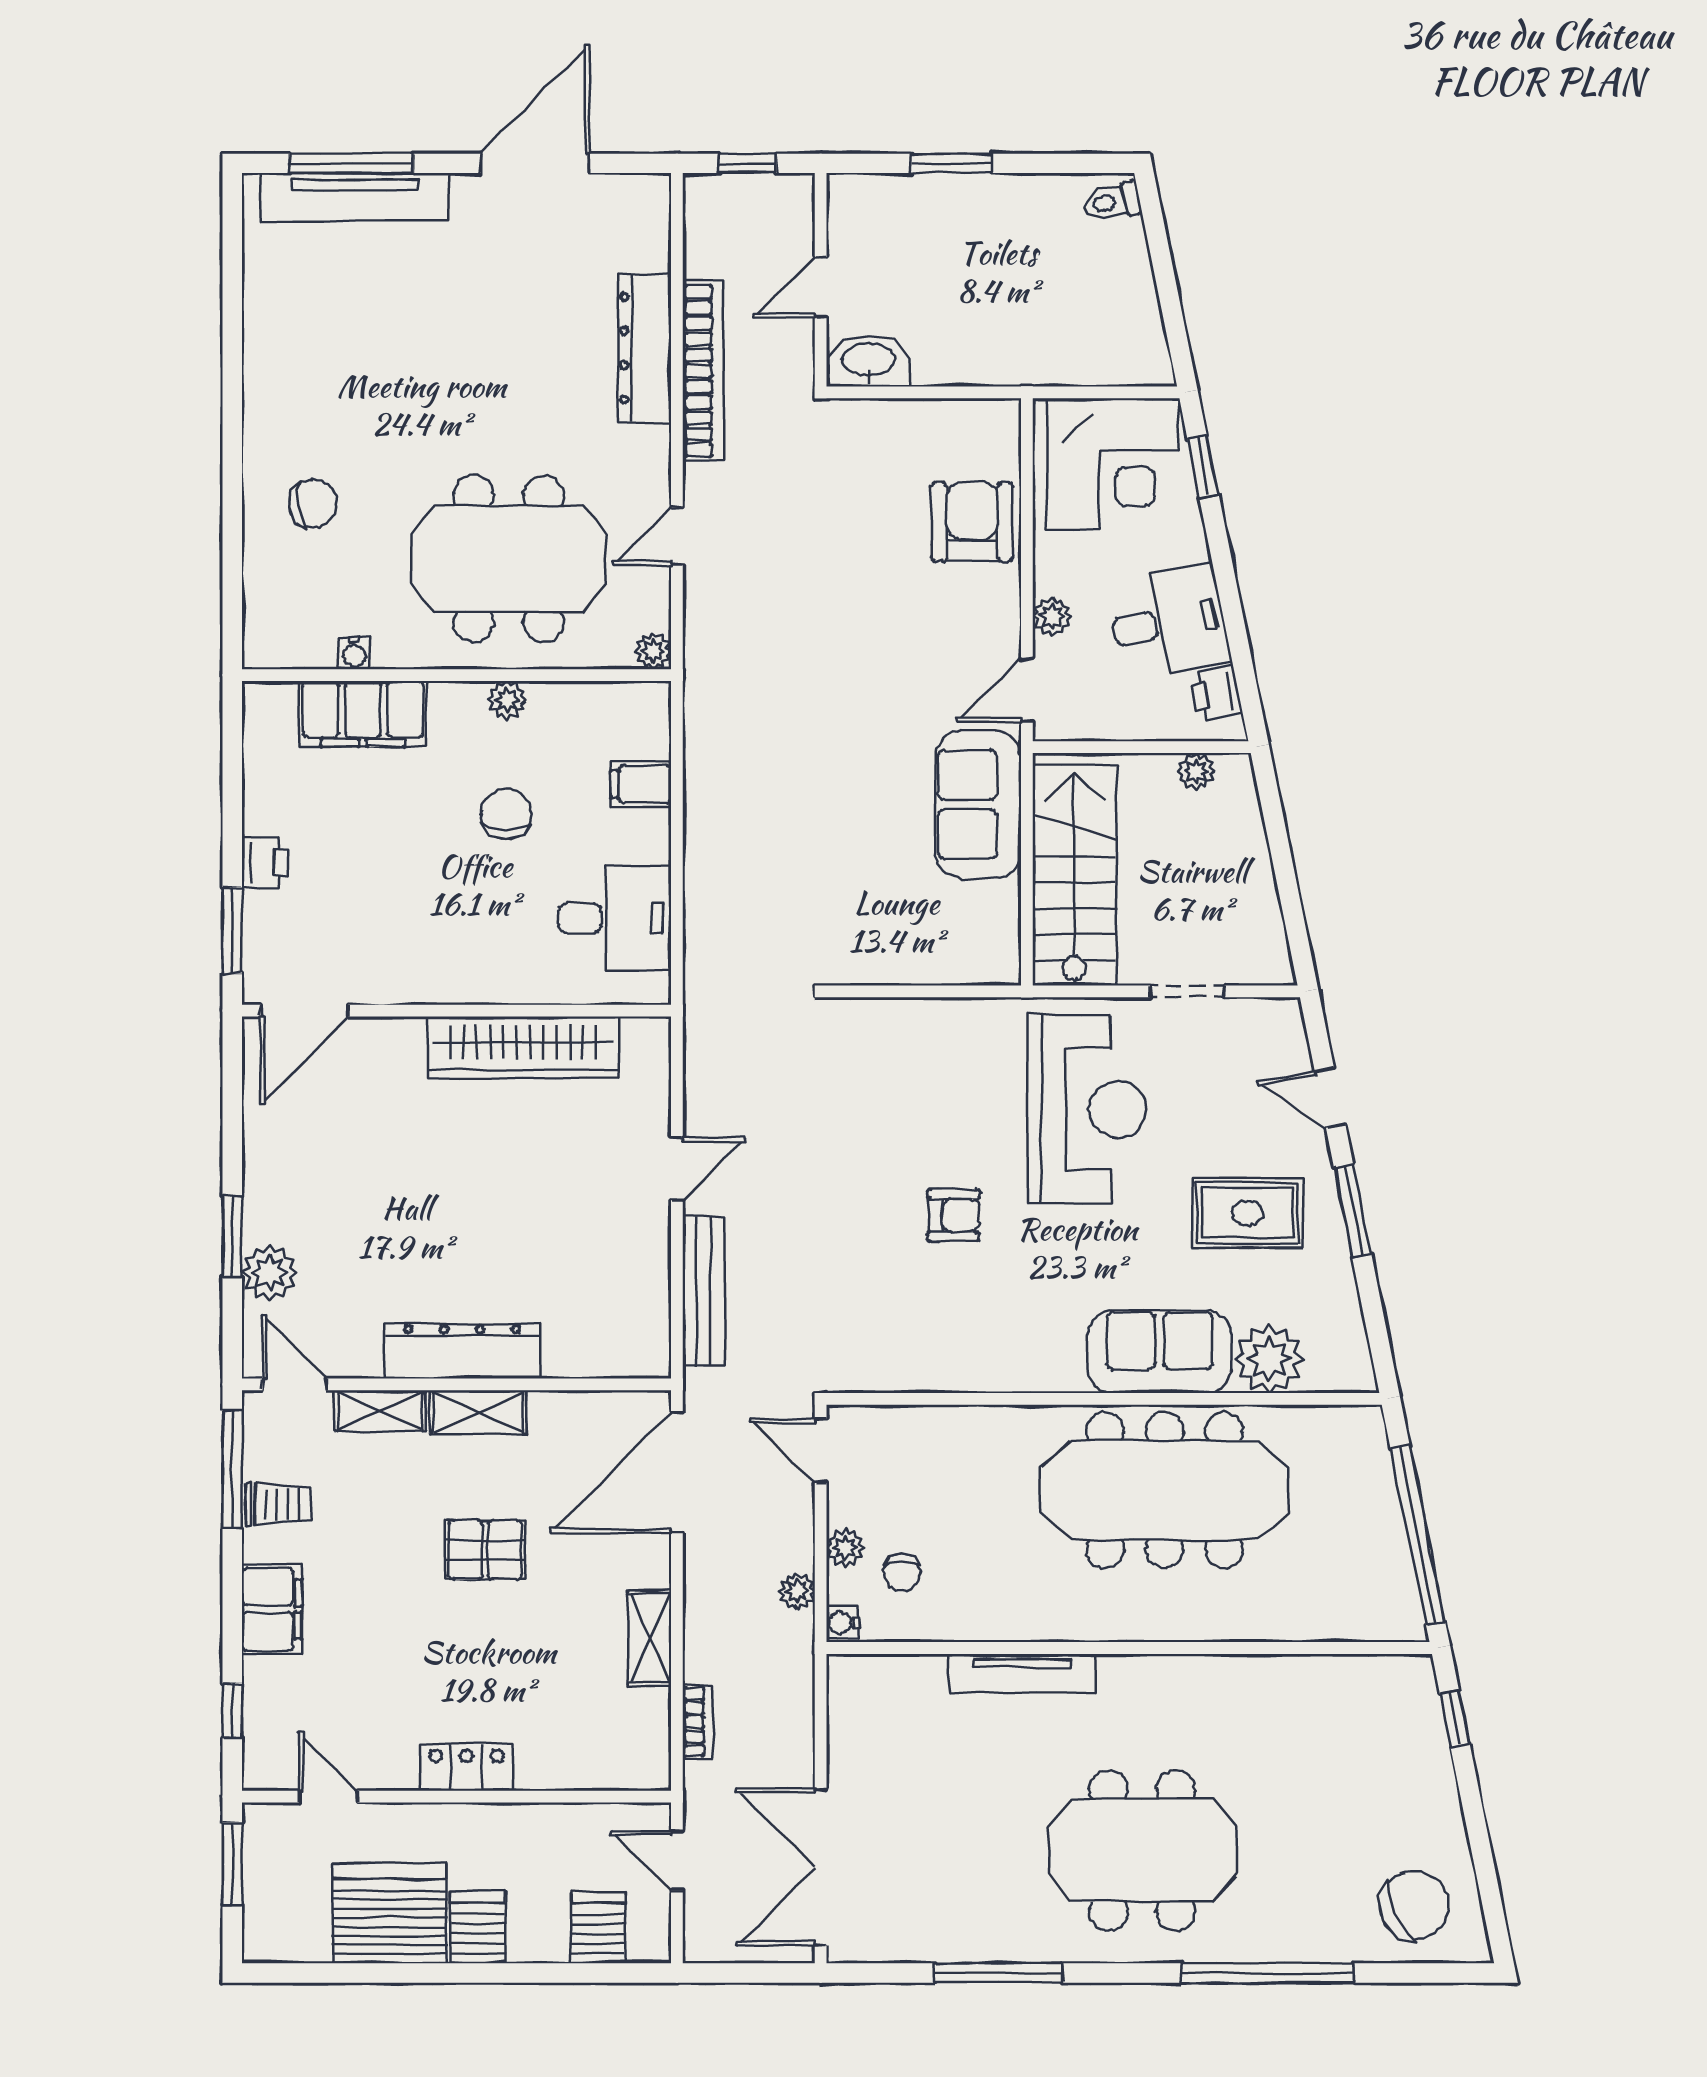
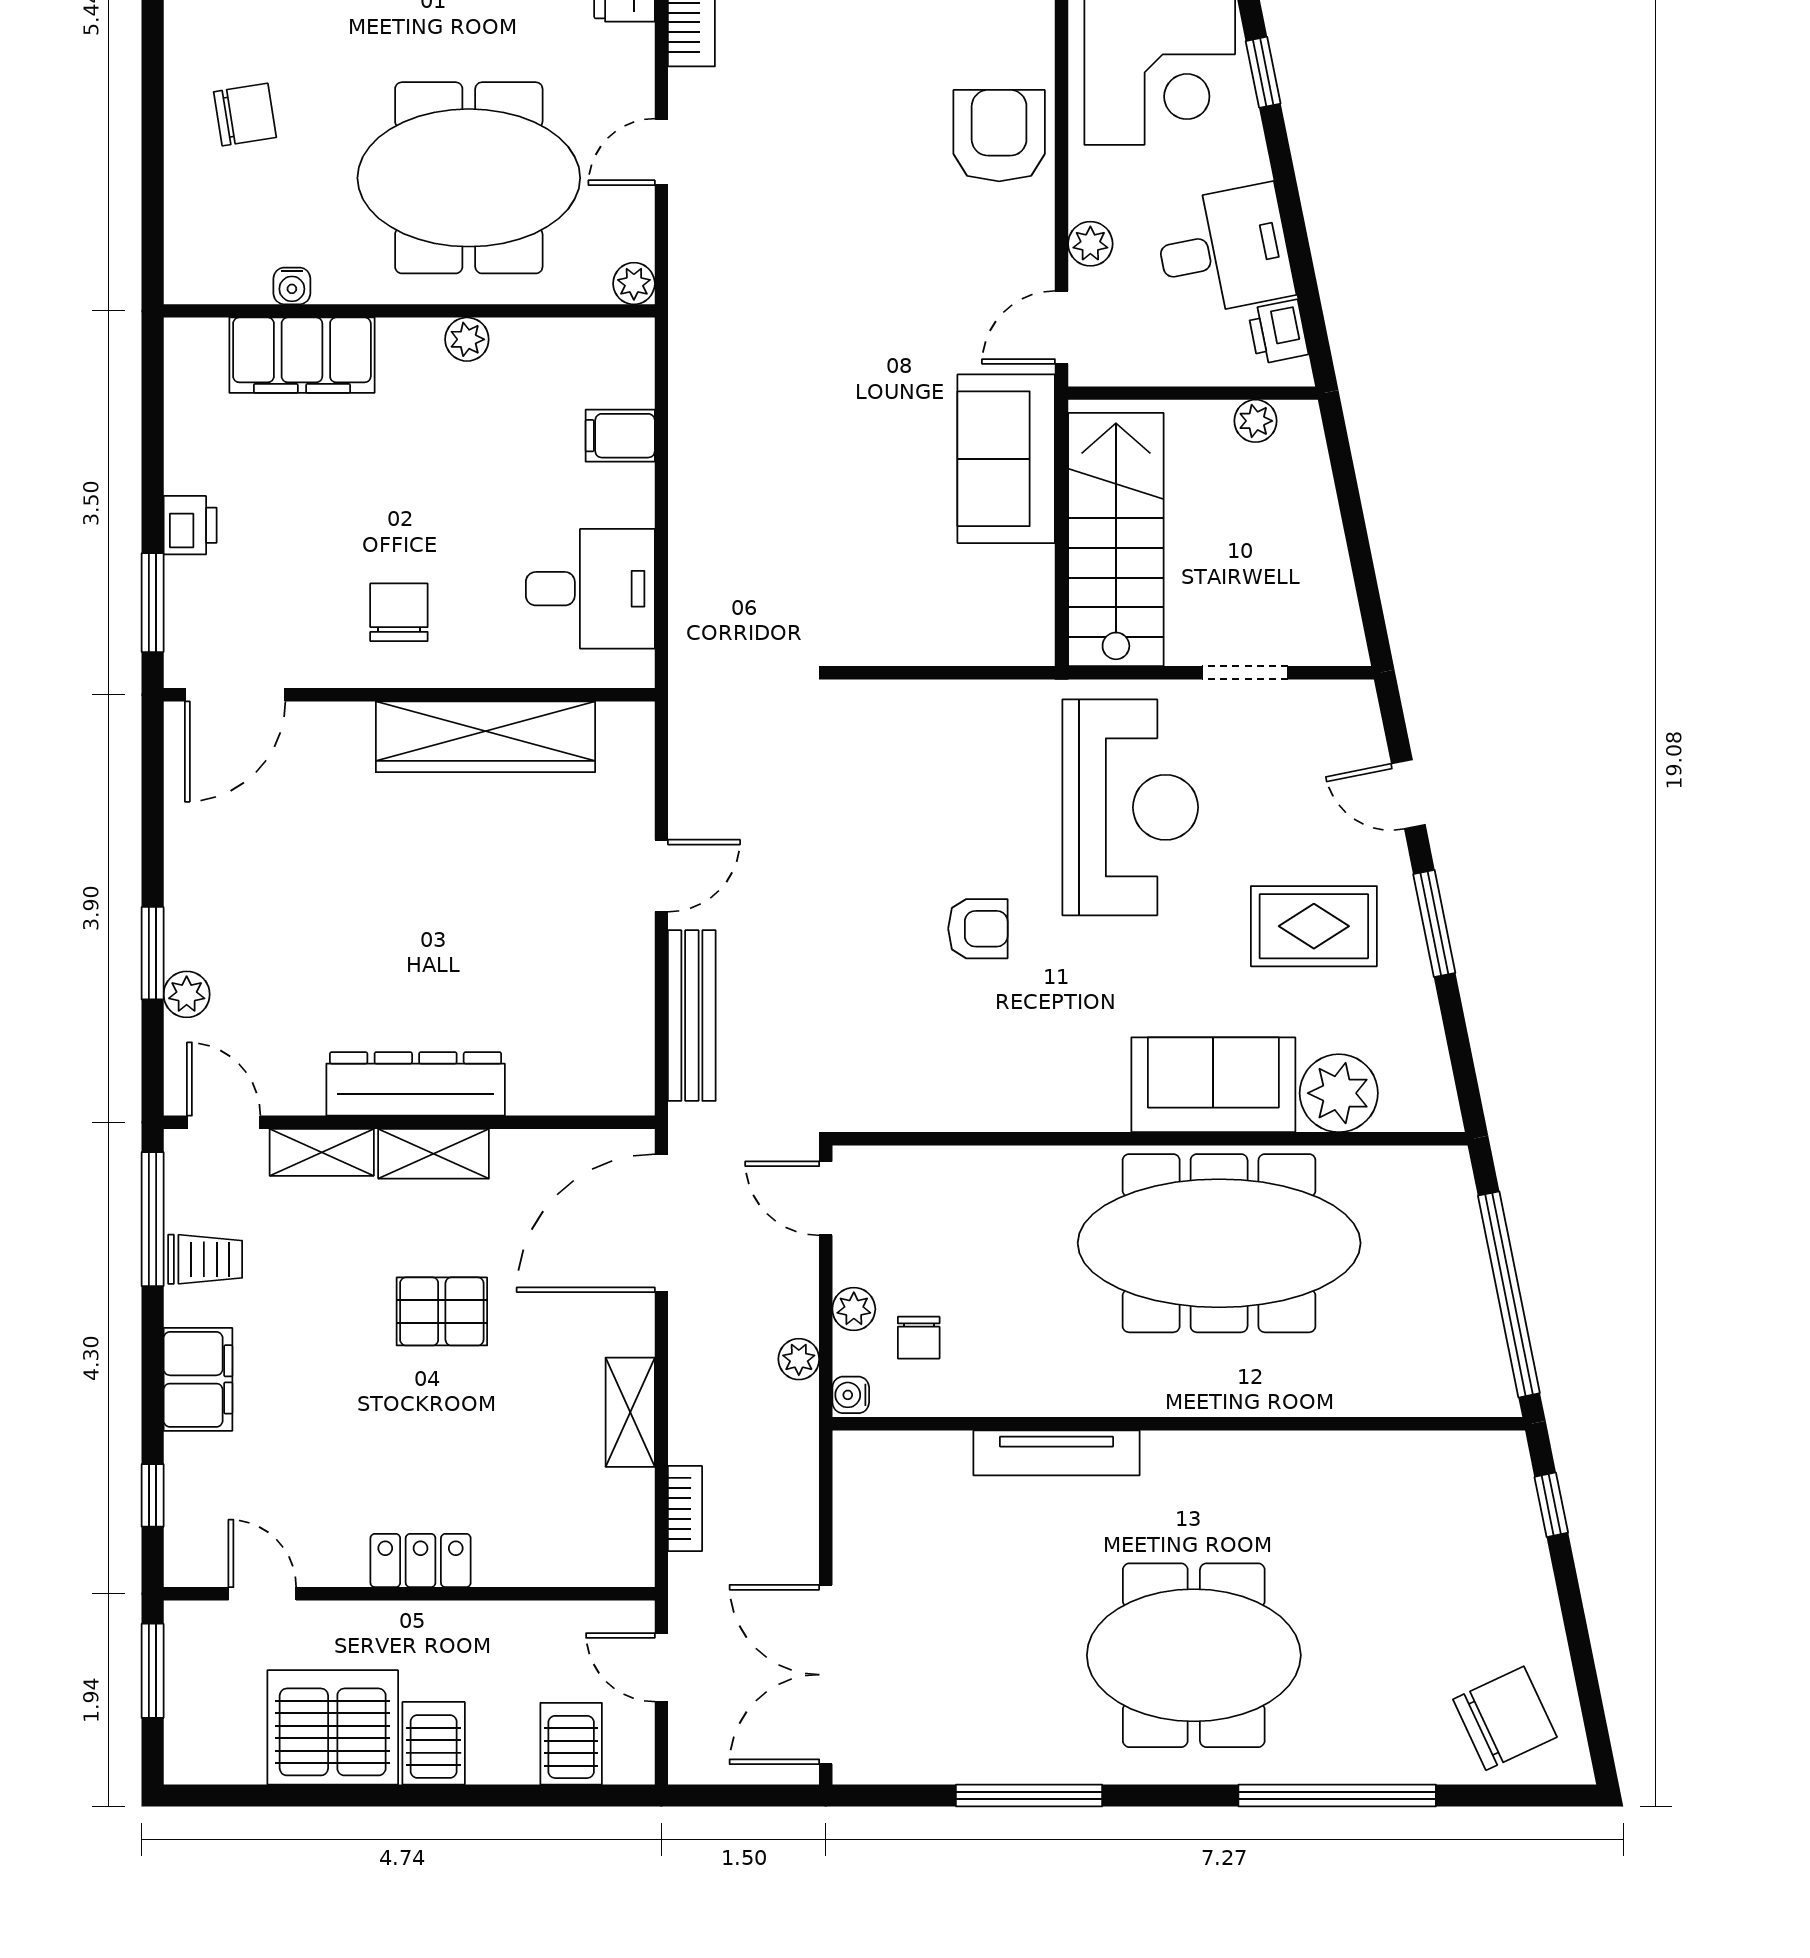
chair: (506, 814) -> (399, 612), moved
plant: (270, 1273) -> (187, 994), width x0.73, depth x0.73

